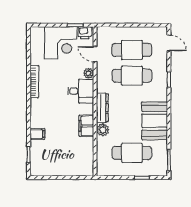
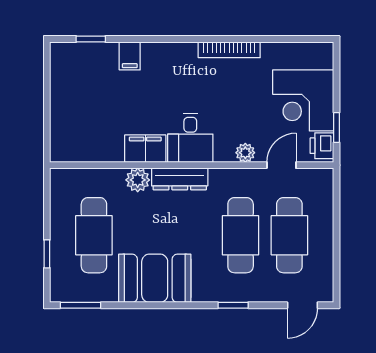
desk: (81, 91) -> (190, 138), moved

